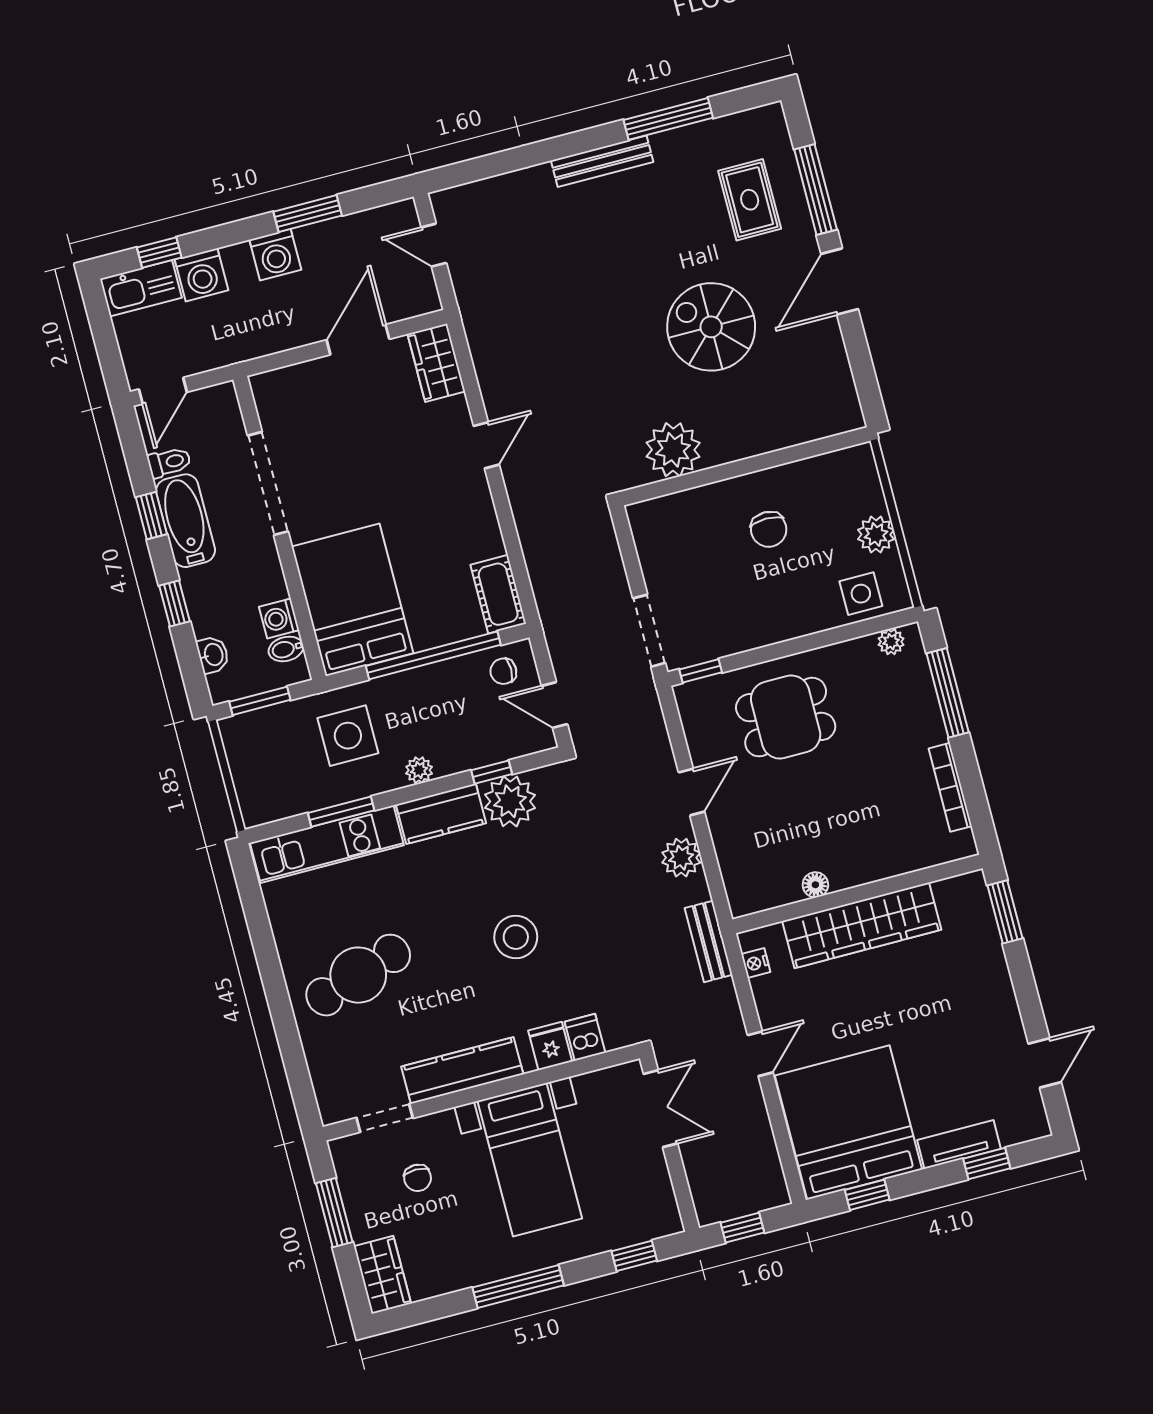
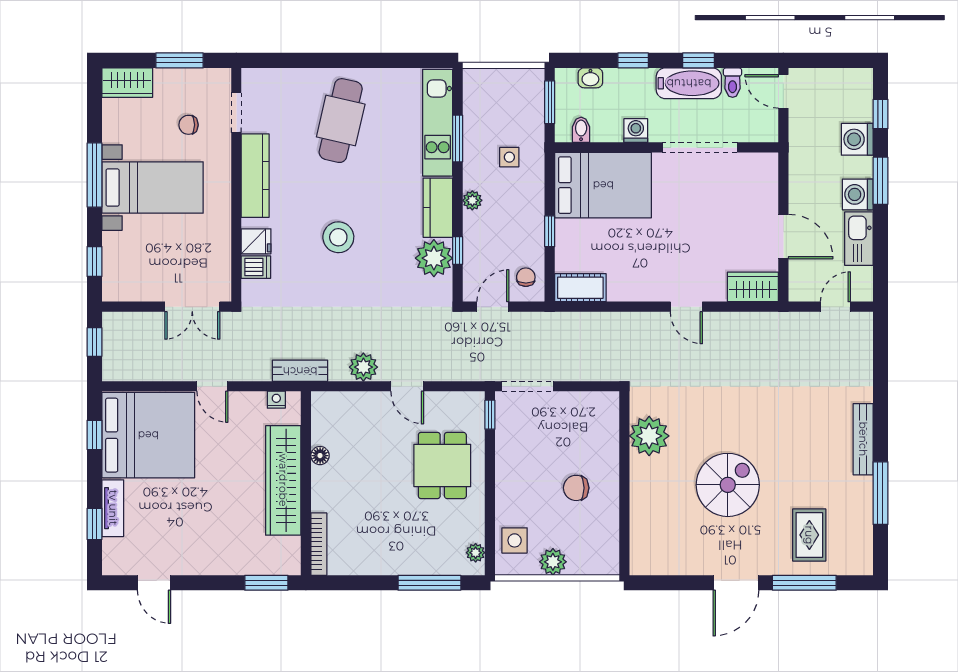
rug: (750, 200) -> (809, 535), turned 90
window: (308, 214) -> (880, 181), moved
door: (840, 281) -> (736, 583), swing flipped
kitchen sink: (141, 288) -> (859, 239), moved
washing machine: (279, 618) -> (636, 131), moved
window: (433, 655) -> (550, 231), width x0.32
side table: (348, 736) -> (509, 157), width x0.54, depth x0.54
bookcase: (950, 787) -> (319, 544), moved, turned 90
cafe table: (358, 975) -> (341, 121), turned 31
bed with nightstands: (530, 1160) -> (153, 188), moved, turned 180

